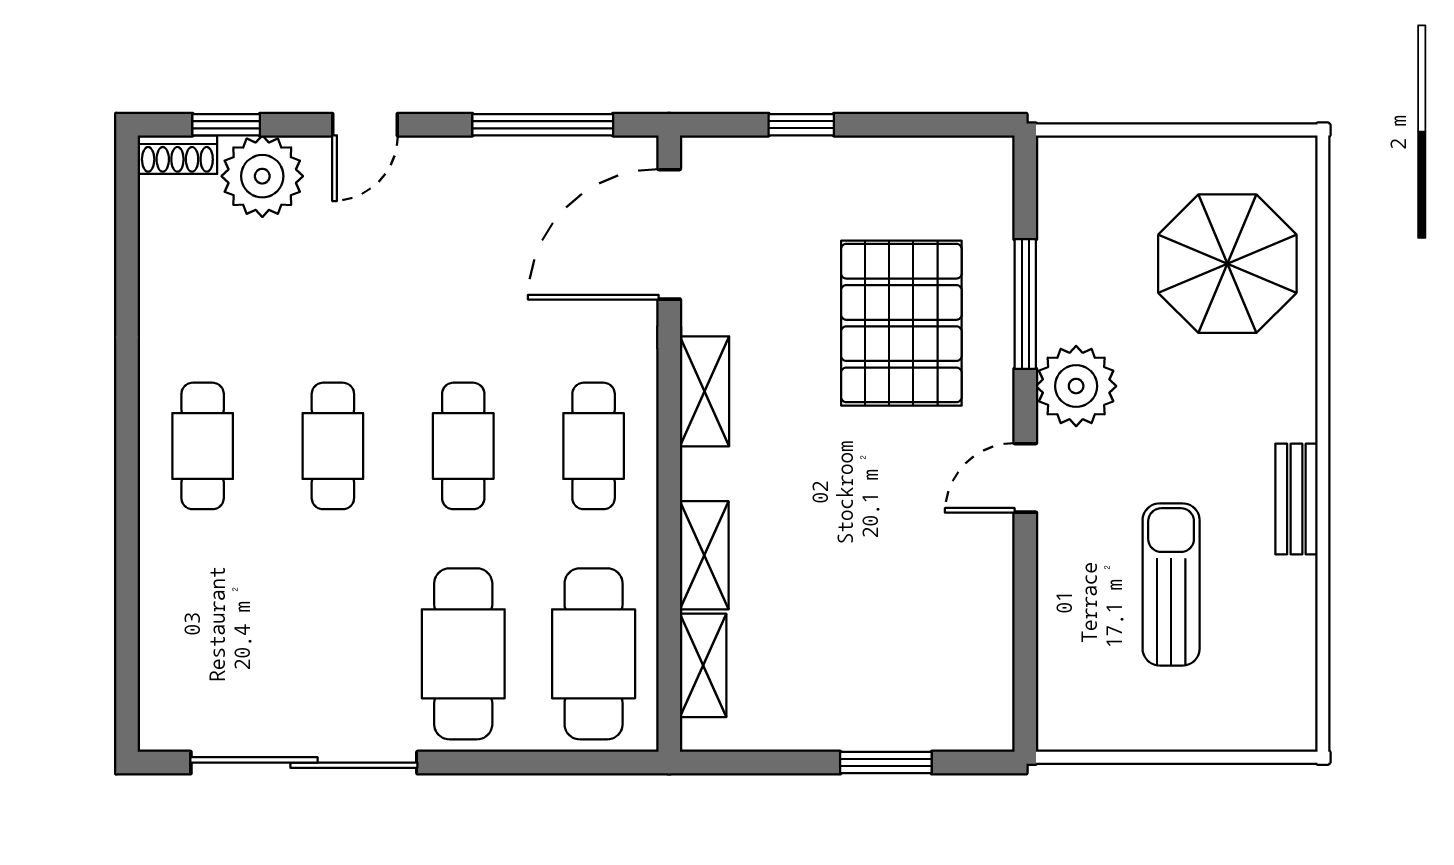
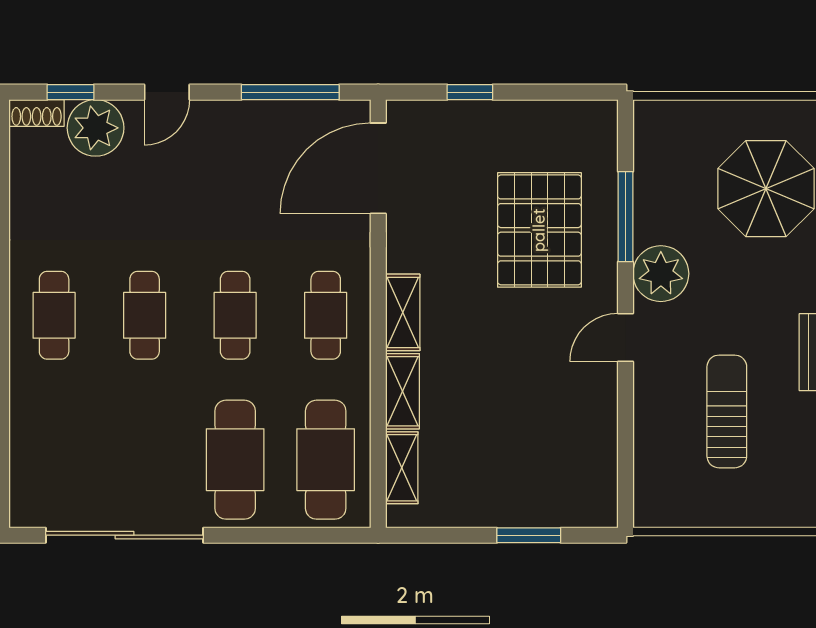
shelving: (705, 391) -> (403, 312), moved

